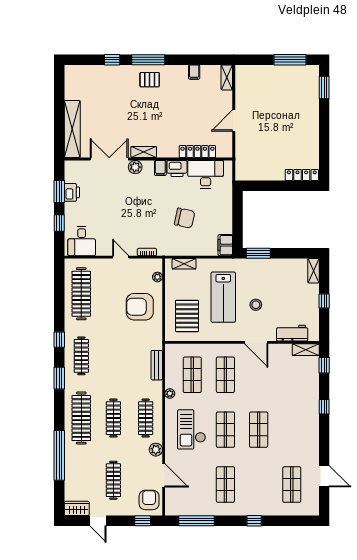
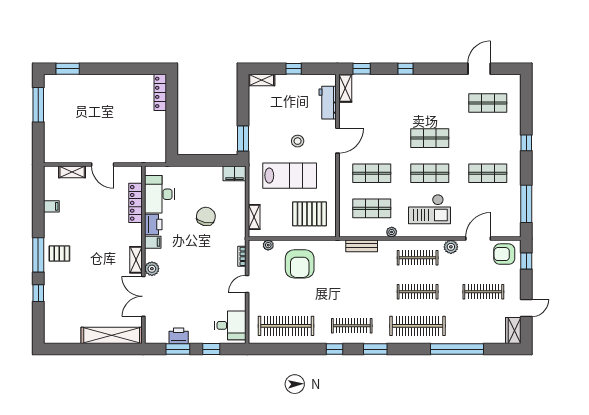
shelving: (227, 77) -> (72, 172), moved
pallet: (150, 80) -> (59, 254), turned 90

